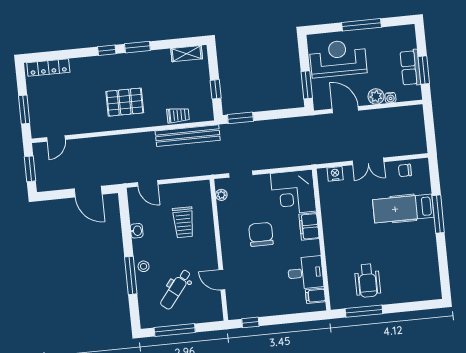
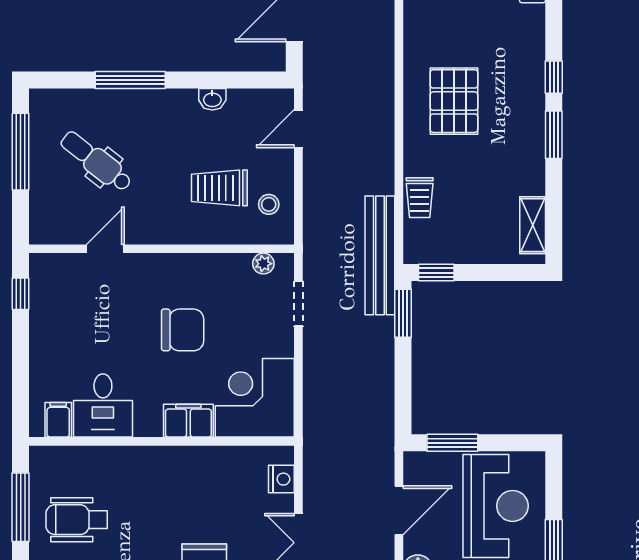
window: (216, 89) -> (436, 273), moved
bench: (188, 136) -> (380, 255), moved
stool: (144, 266) -> (269, 204), moved

